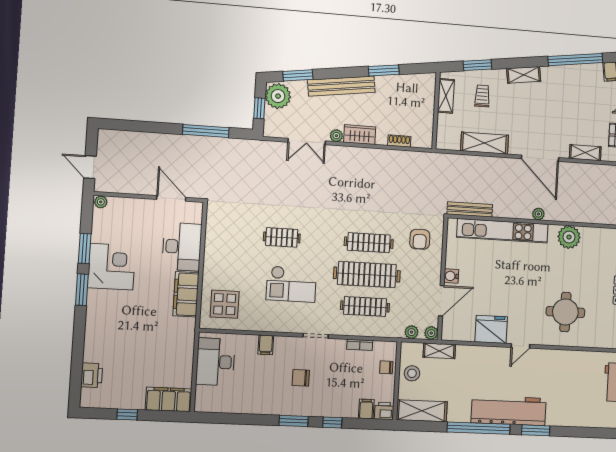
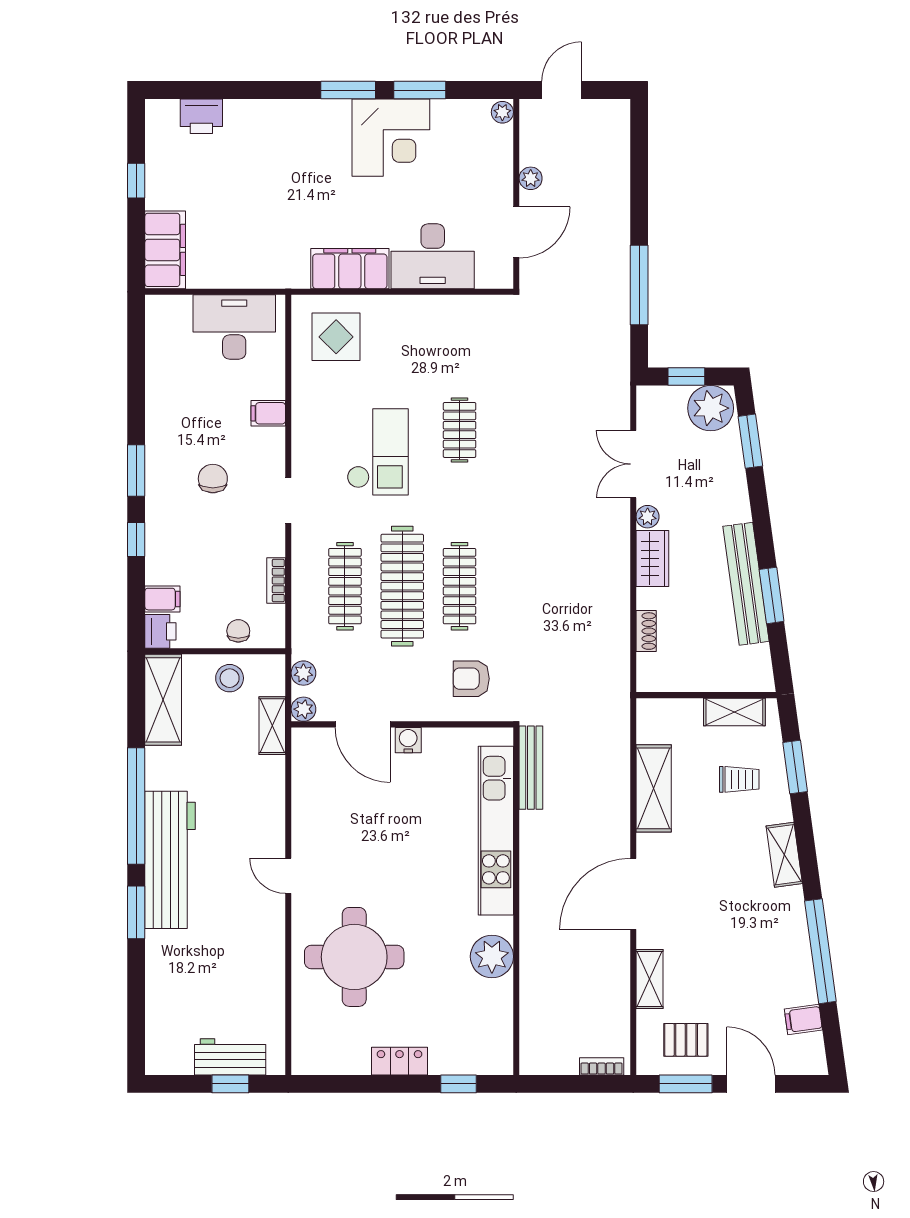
bench: (341, 86) -> (746, 584), moved
plant: (538, 214) -> (531, 178), moved
checkout: (291, 284) -> (378, 452), turned 180
round table: (565, 312) -> (354, 957), width x1.36, depth x1.36
fridge: (491, 329) -> (316, 819), removed

